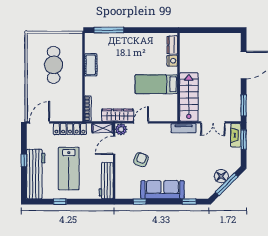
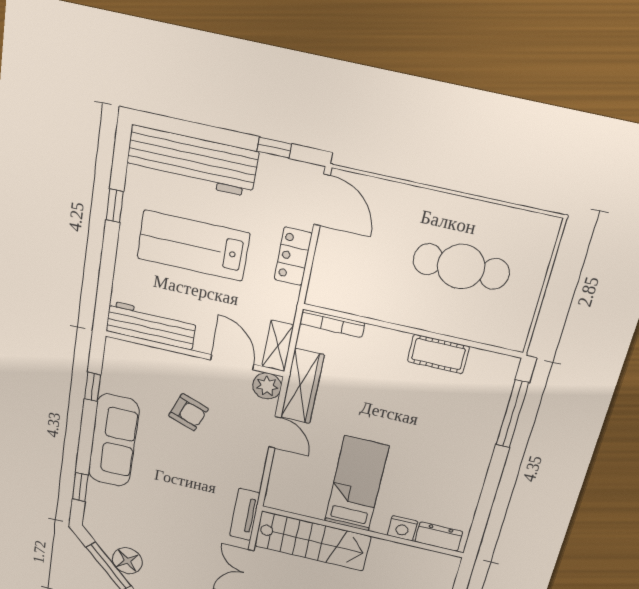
locker: (70, 129) -> (293, 256), width x0.66
window: (24, 161) -> (274, 148), moved

